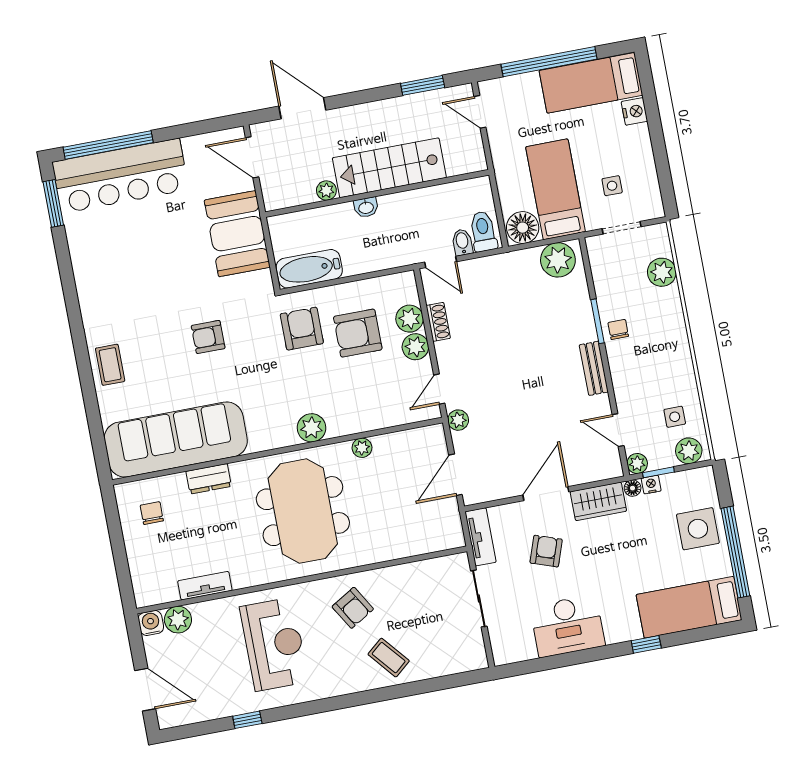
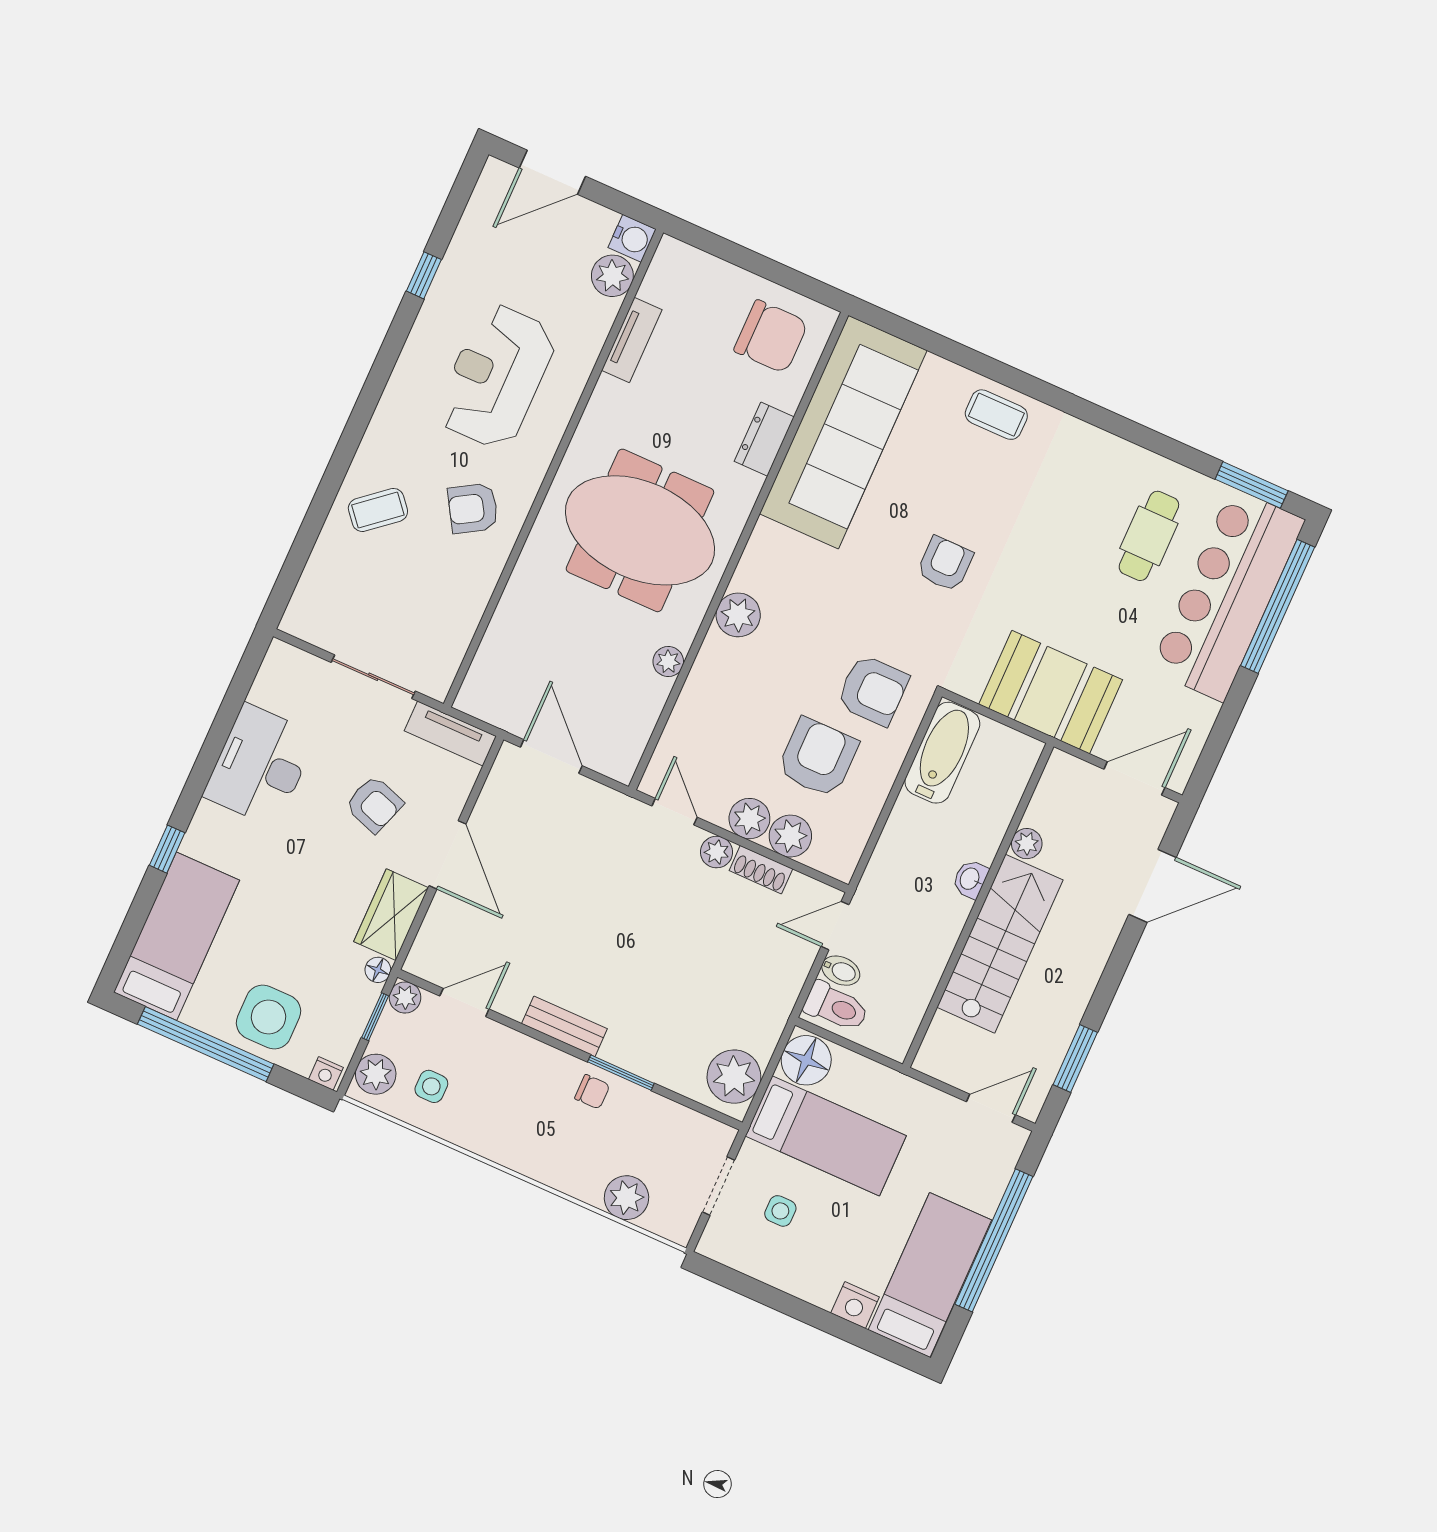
cafe table: (118, 239) -> (1149, 536), added
plant: (458, 420) -> (717, 852), moved
nightstand: (651, 485) -> (326, 1073), moved, turned 90
chair: (152, 513) -> (771, 337), width x1.87, depth x1.87
reception desk: (274, 644) -> (496, 376), turned 90

